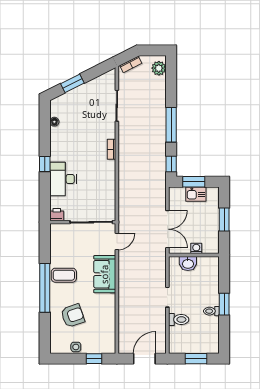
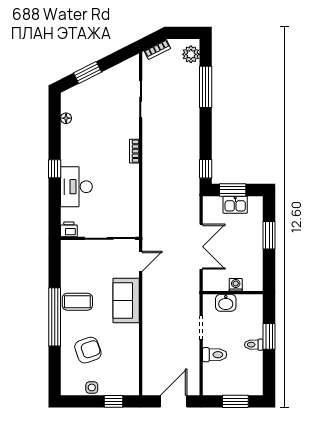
window: (171, 125) -> (206, 87), moved
washing machine: (196, 248) -> (236, 285), moved
wall: (194, 255) -> (233, 293), moved
washbasin: (188, 263) -> (226, 303), moved

